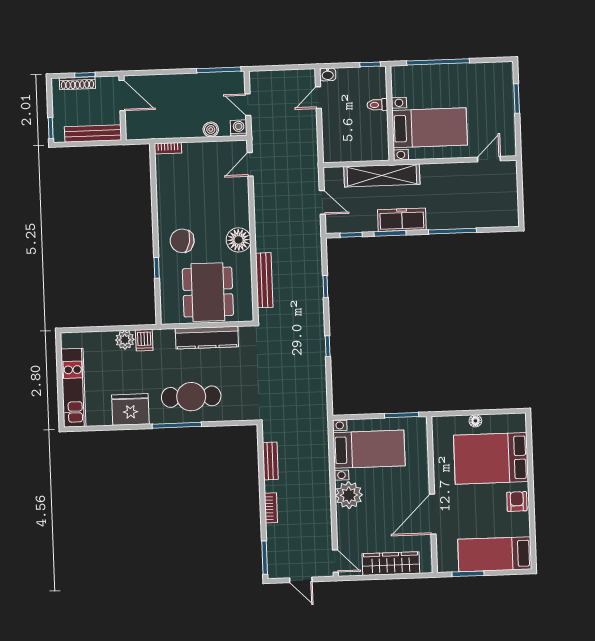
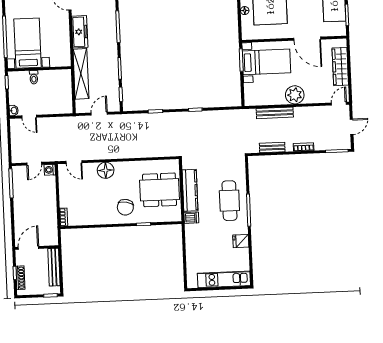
bed with nightstands: (430, 128) -> (28, 43), moved
boiler: (211, 129) -> (51, 188), removed
freezer: (402, 220) -> (80, 32), moved, turned 180
floor lamp: (239, 240) -> (106, 170), moved
bench: (264, 280) -> (275, 113), moved
plant: (125, 340) -> (192, 245), removed
dishwasher: (144, 340) -> (191, 218), moved
fridge: (130, 409) -> (241, 241), width x0.53, depth x0.75
bed with nightstands: (369, 449) -> (266, 62), moved, turned 90

